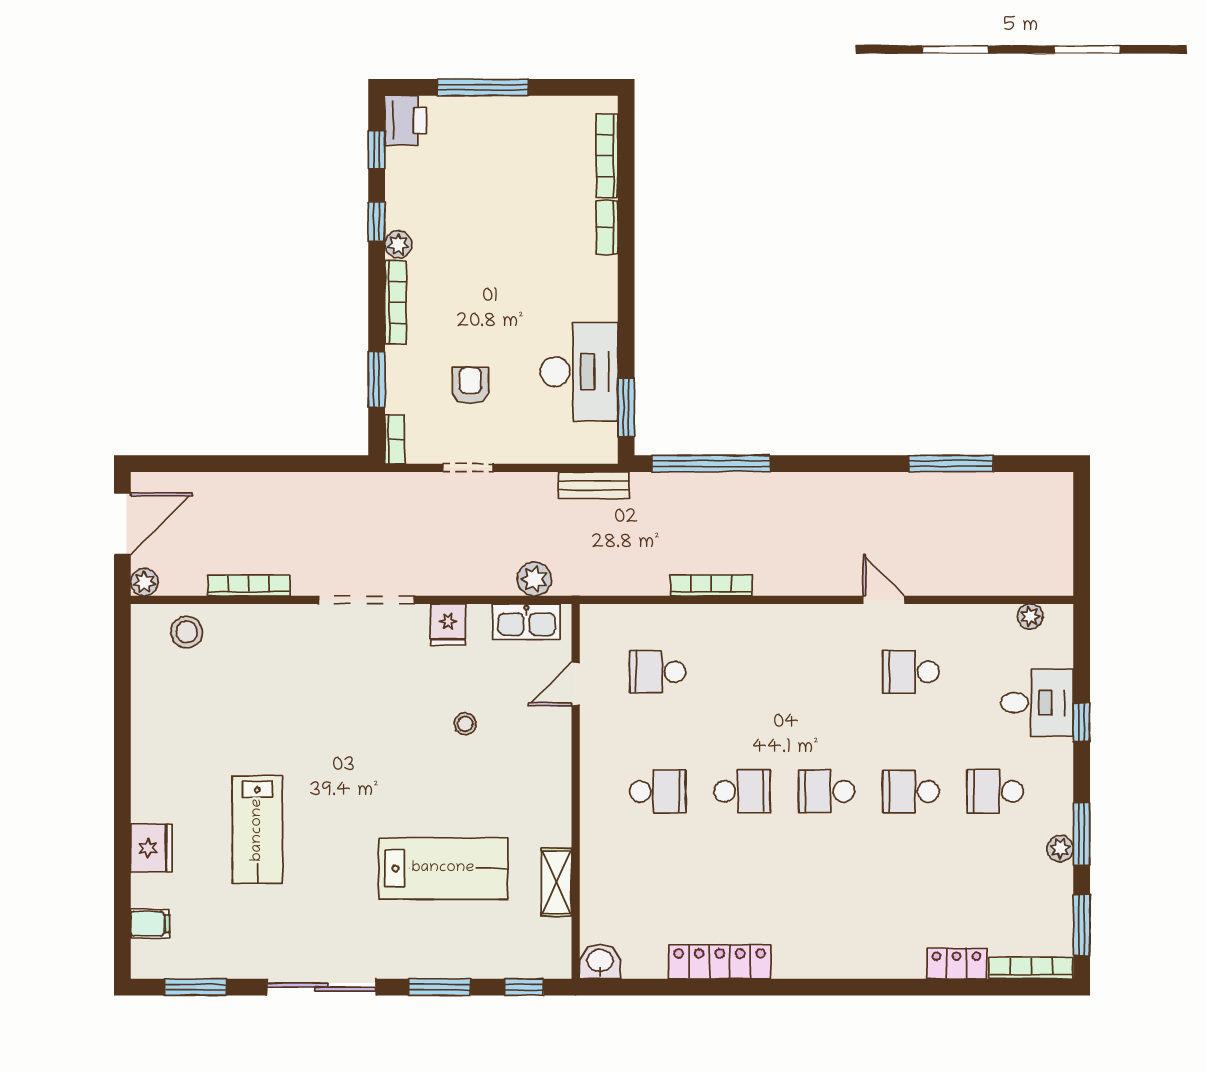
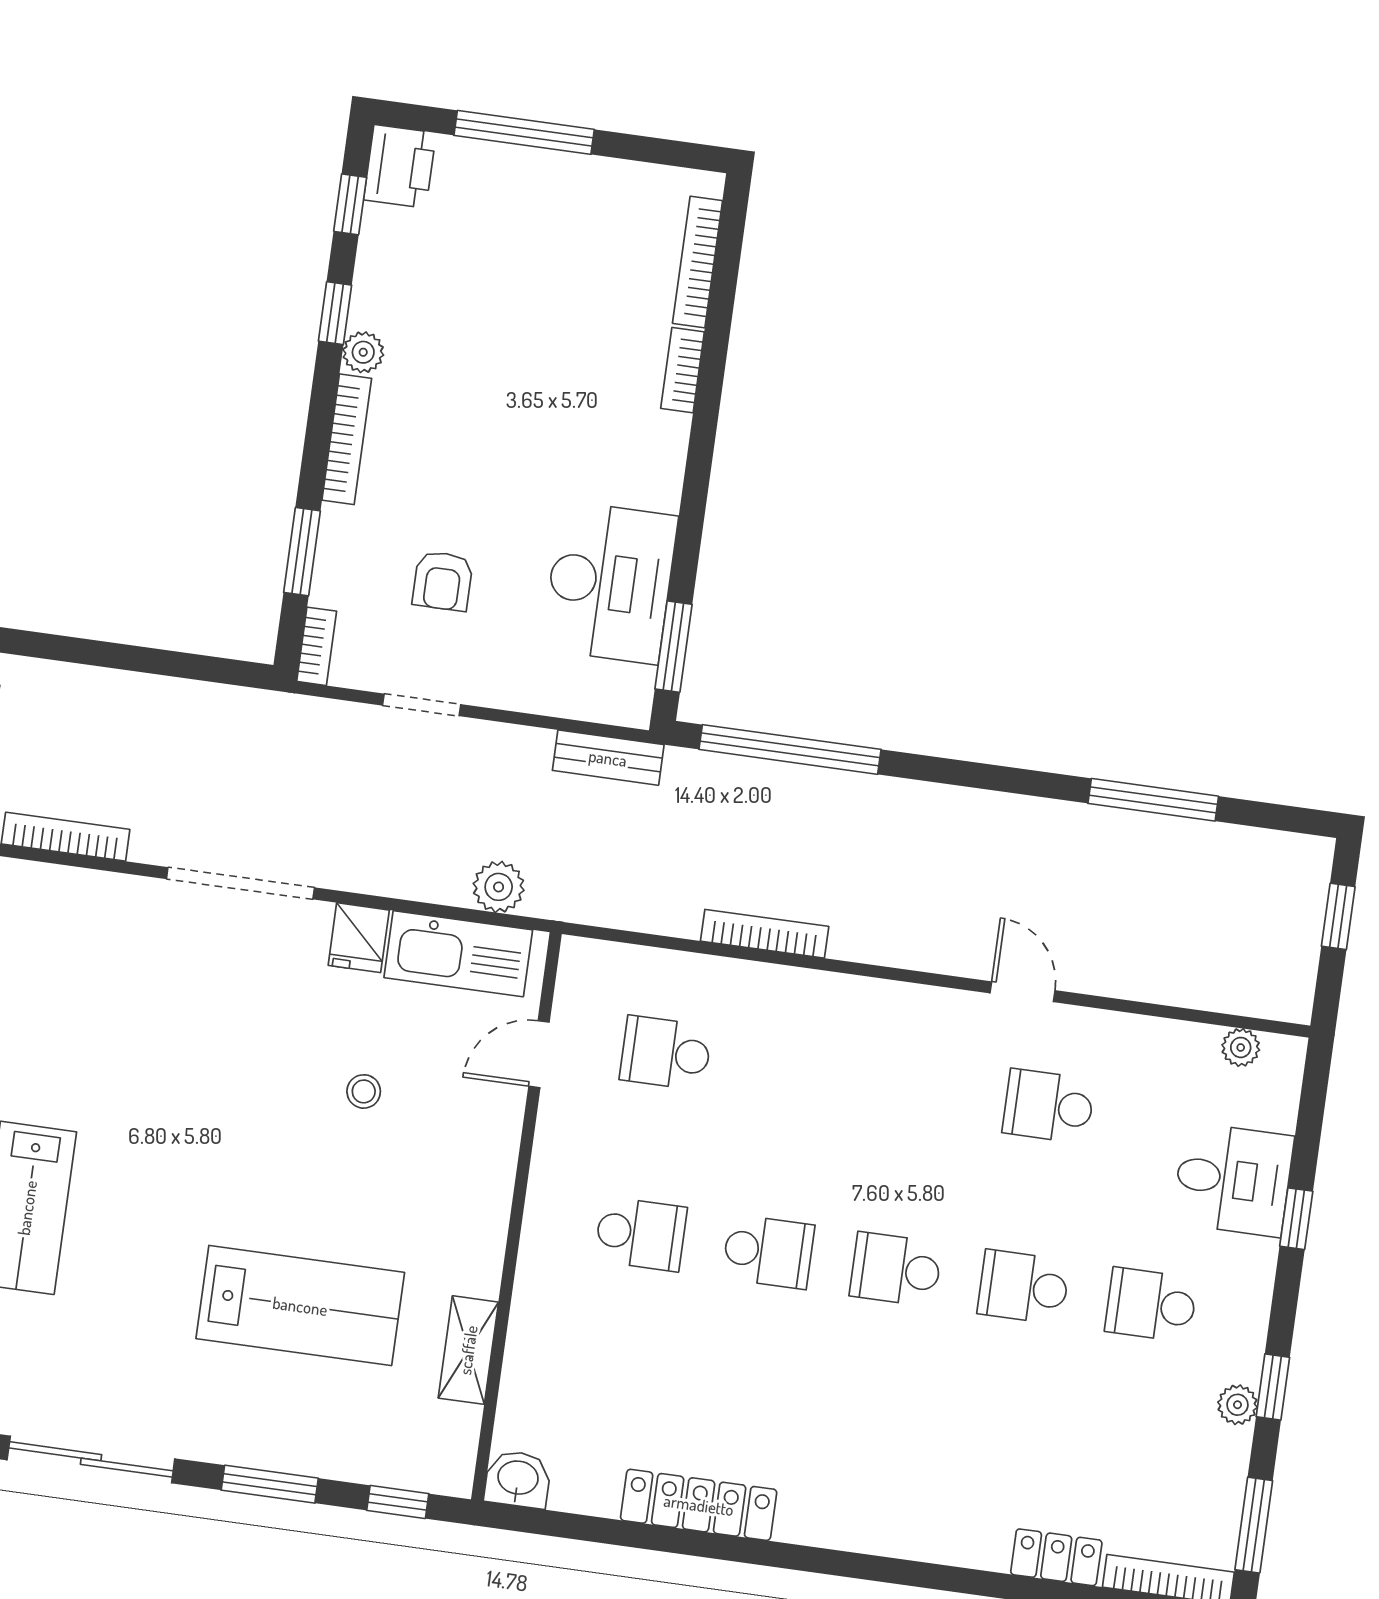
armchair: (470, 386) -> (443, 581), turned 180
window: (1082, 523) -> (1338, 916), added
kitchen sink: (526, 622) -> (458, 954), width x1.36, depth x1.24
window: (1082, 834) -> (1273, 1387), width x0.67

